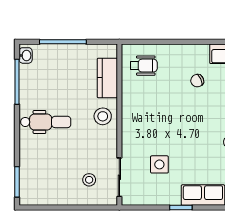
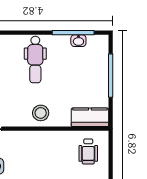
washbasin: (26, 55) -> (78, 41), moved
kitchen counter: (107, 78) -> (90, 117), moved

